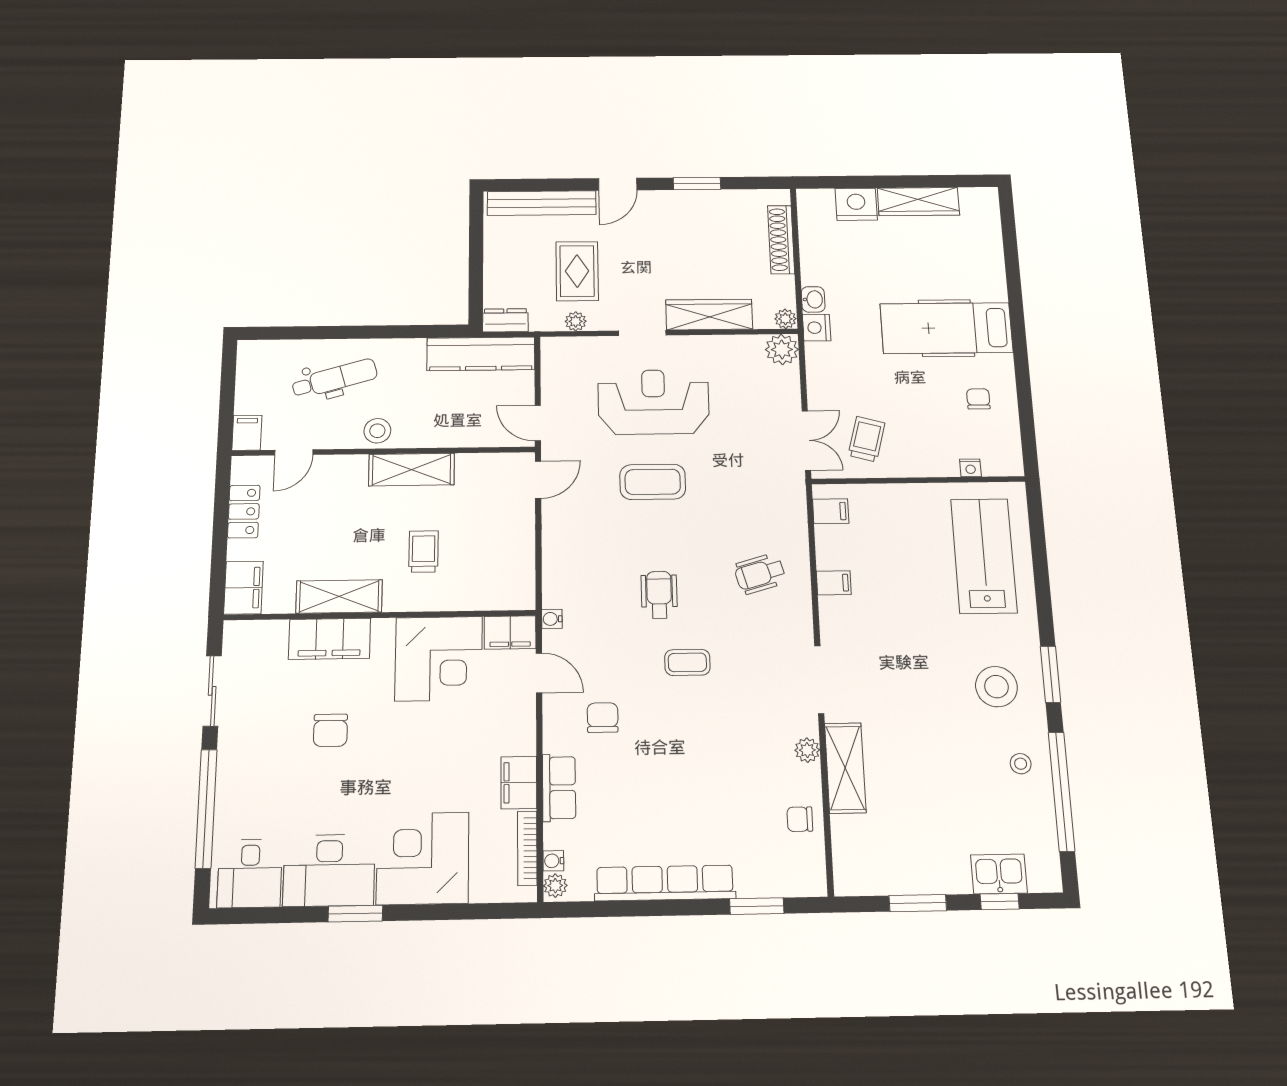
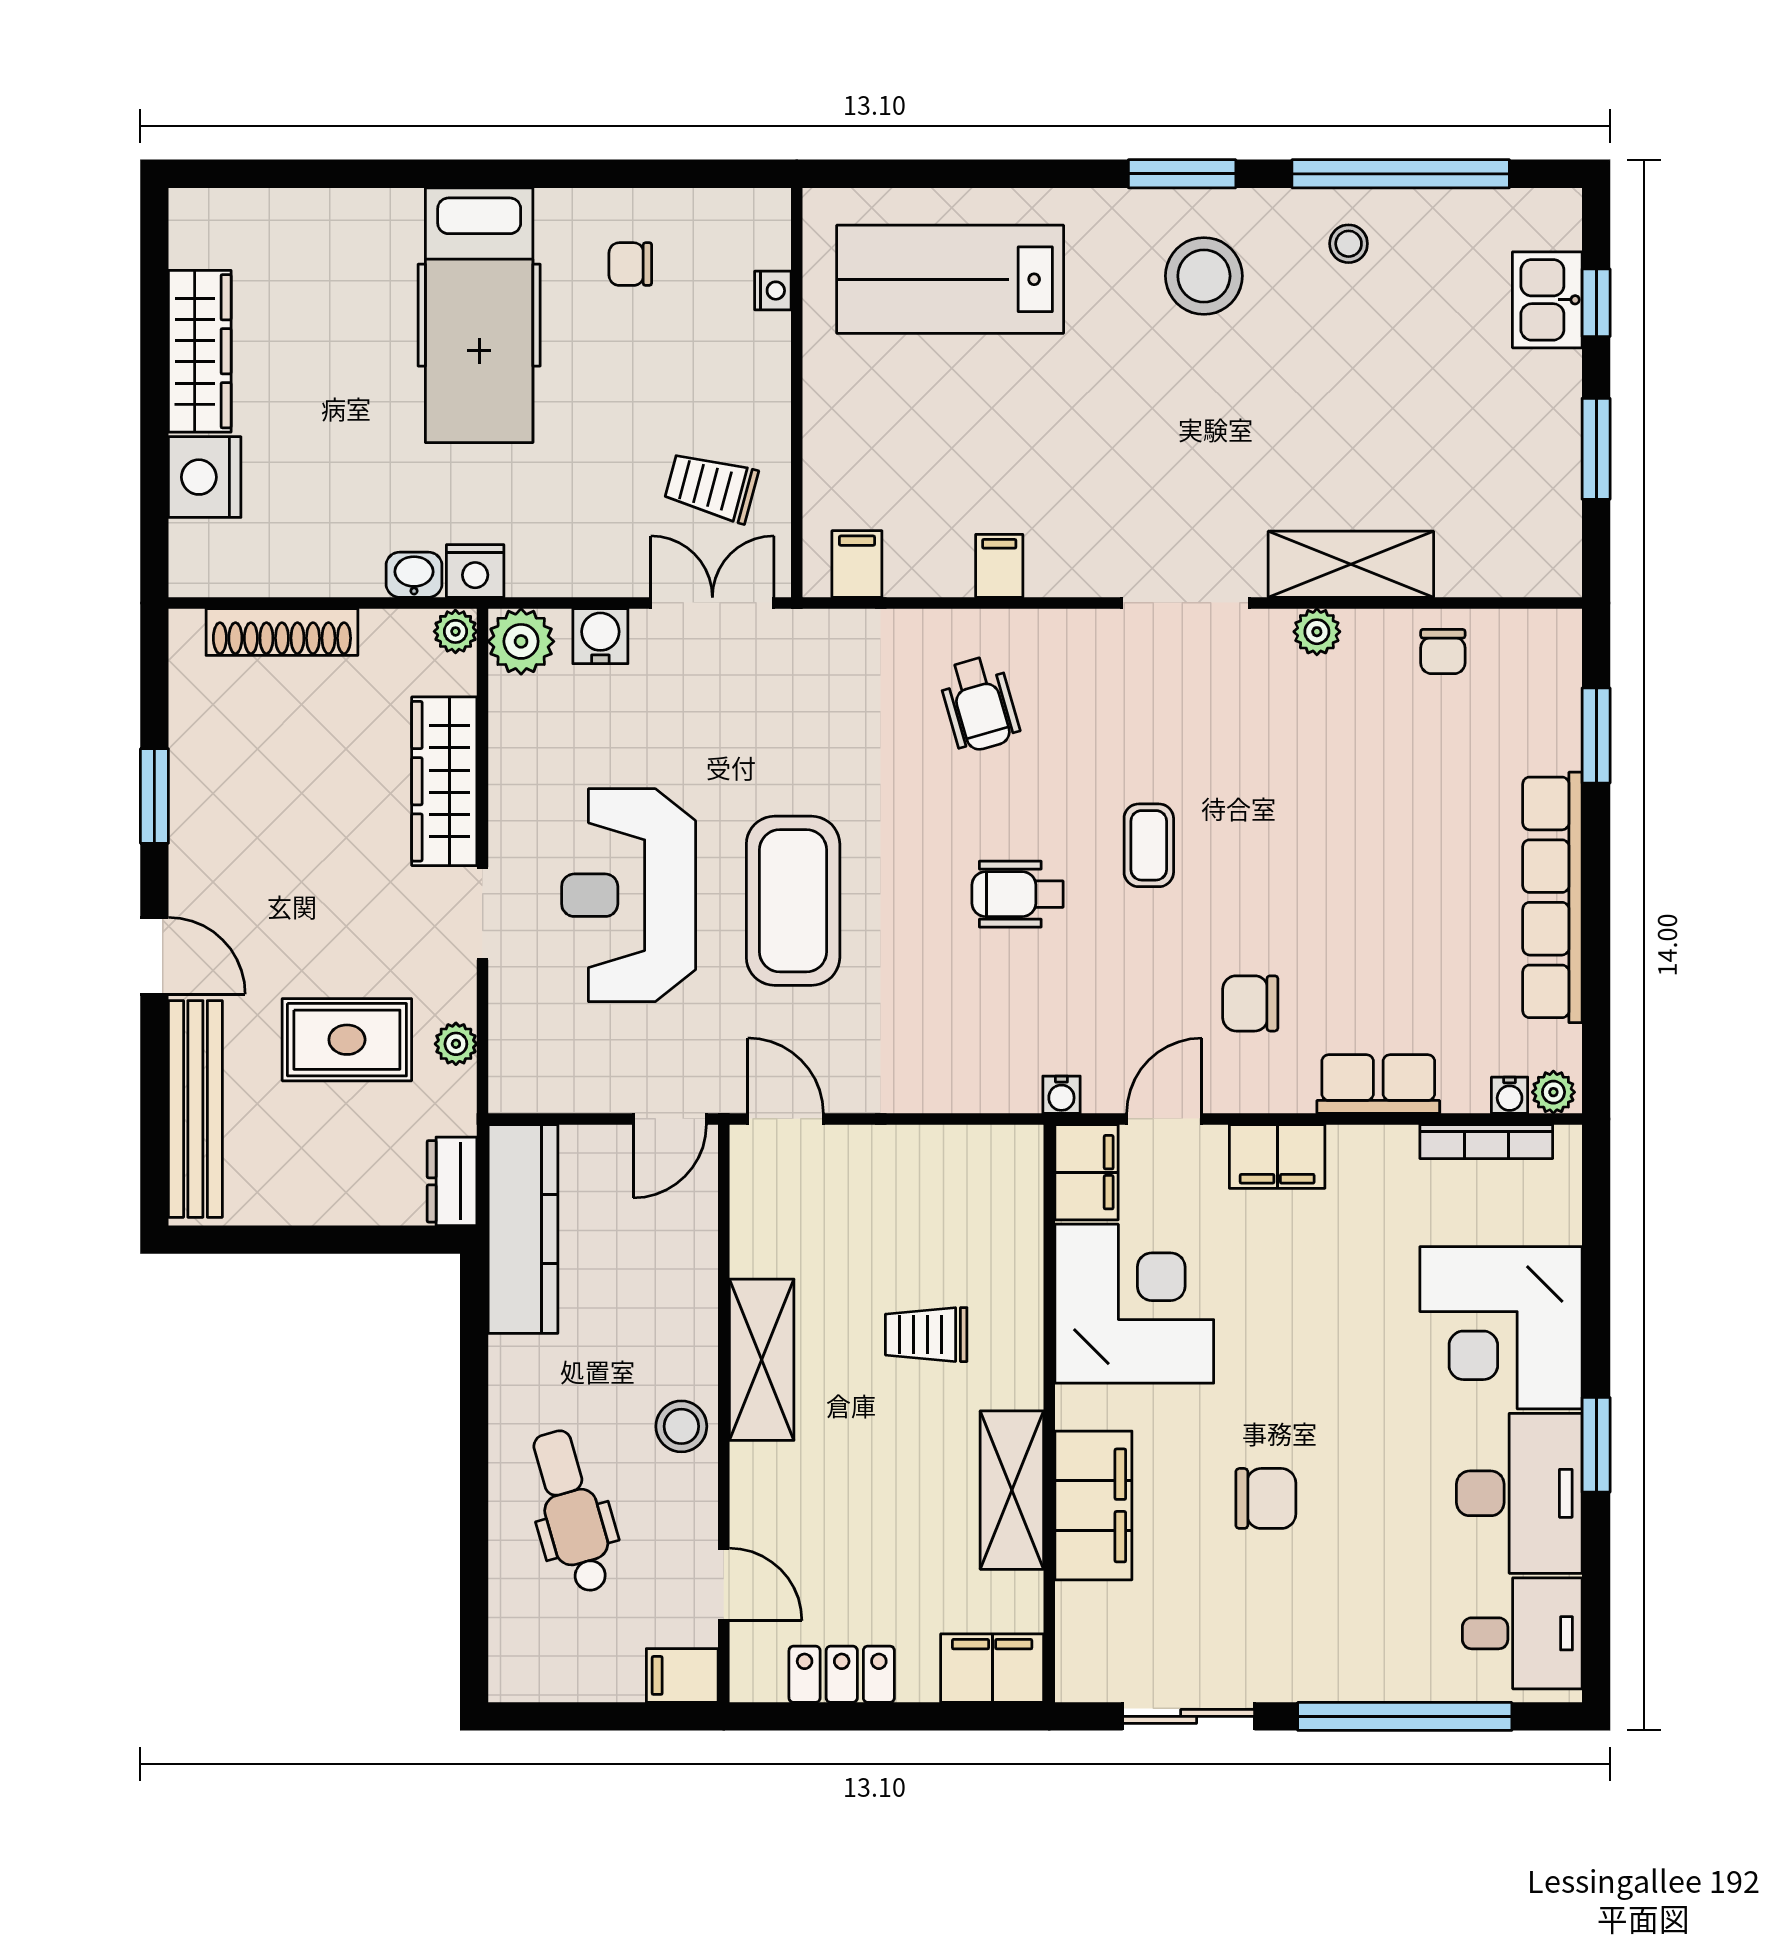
water cooler: (786, 387) -> (600, 636), added
coffee table: (653, 482) -> (793, 901), width x1.36, depth x1.32
filing cabinet: (519, 783) -> (1277, 1156), moved

